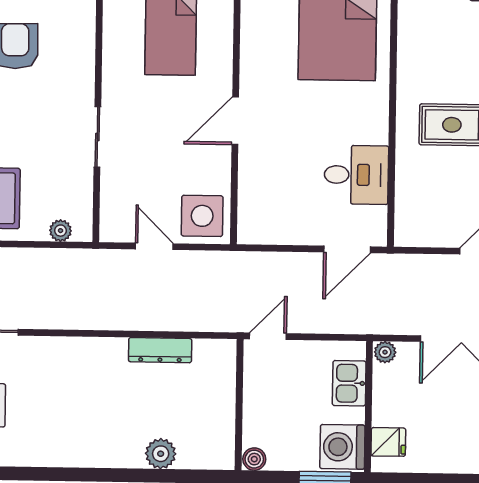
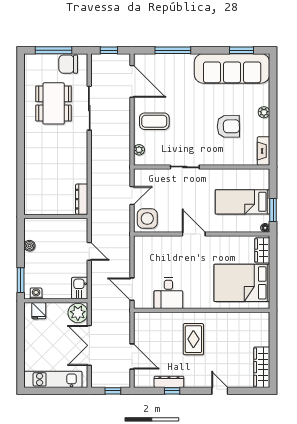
plant: (385, 352) -> (78, 313), width x1.88, depth x1.88
kitchen sink: (349, 383) -> (80, 288), moved, turned -90
wall: (239, 405) -> (56, 217), moved
washing machine: (342, 447) -> (36, 294), width x0.53, depth x0.53
plant: (161, 454) -> (31, 200), removed

